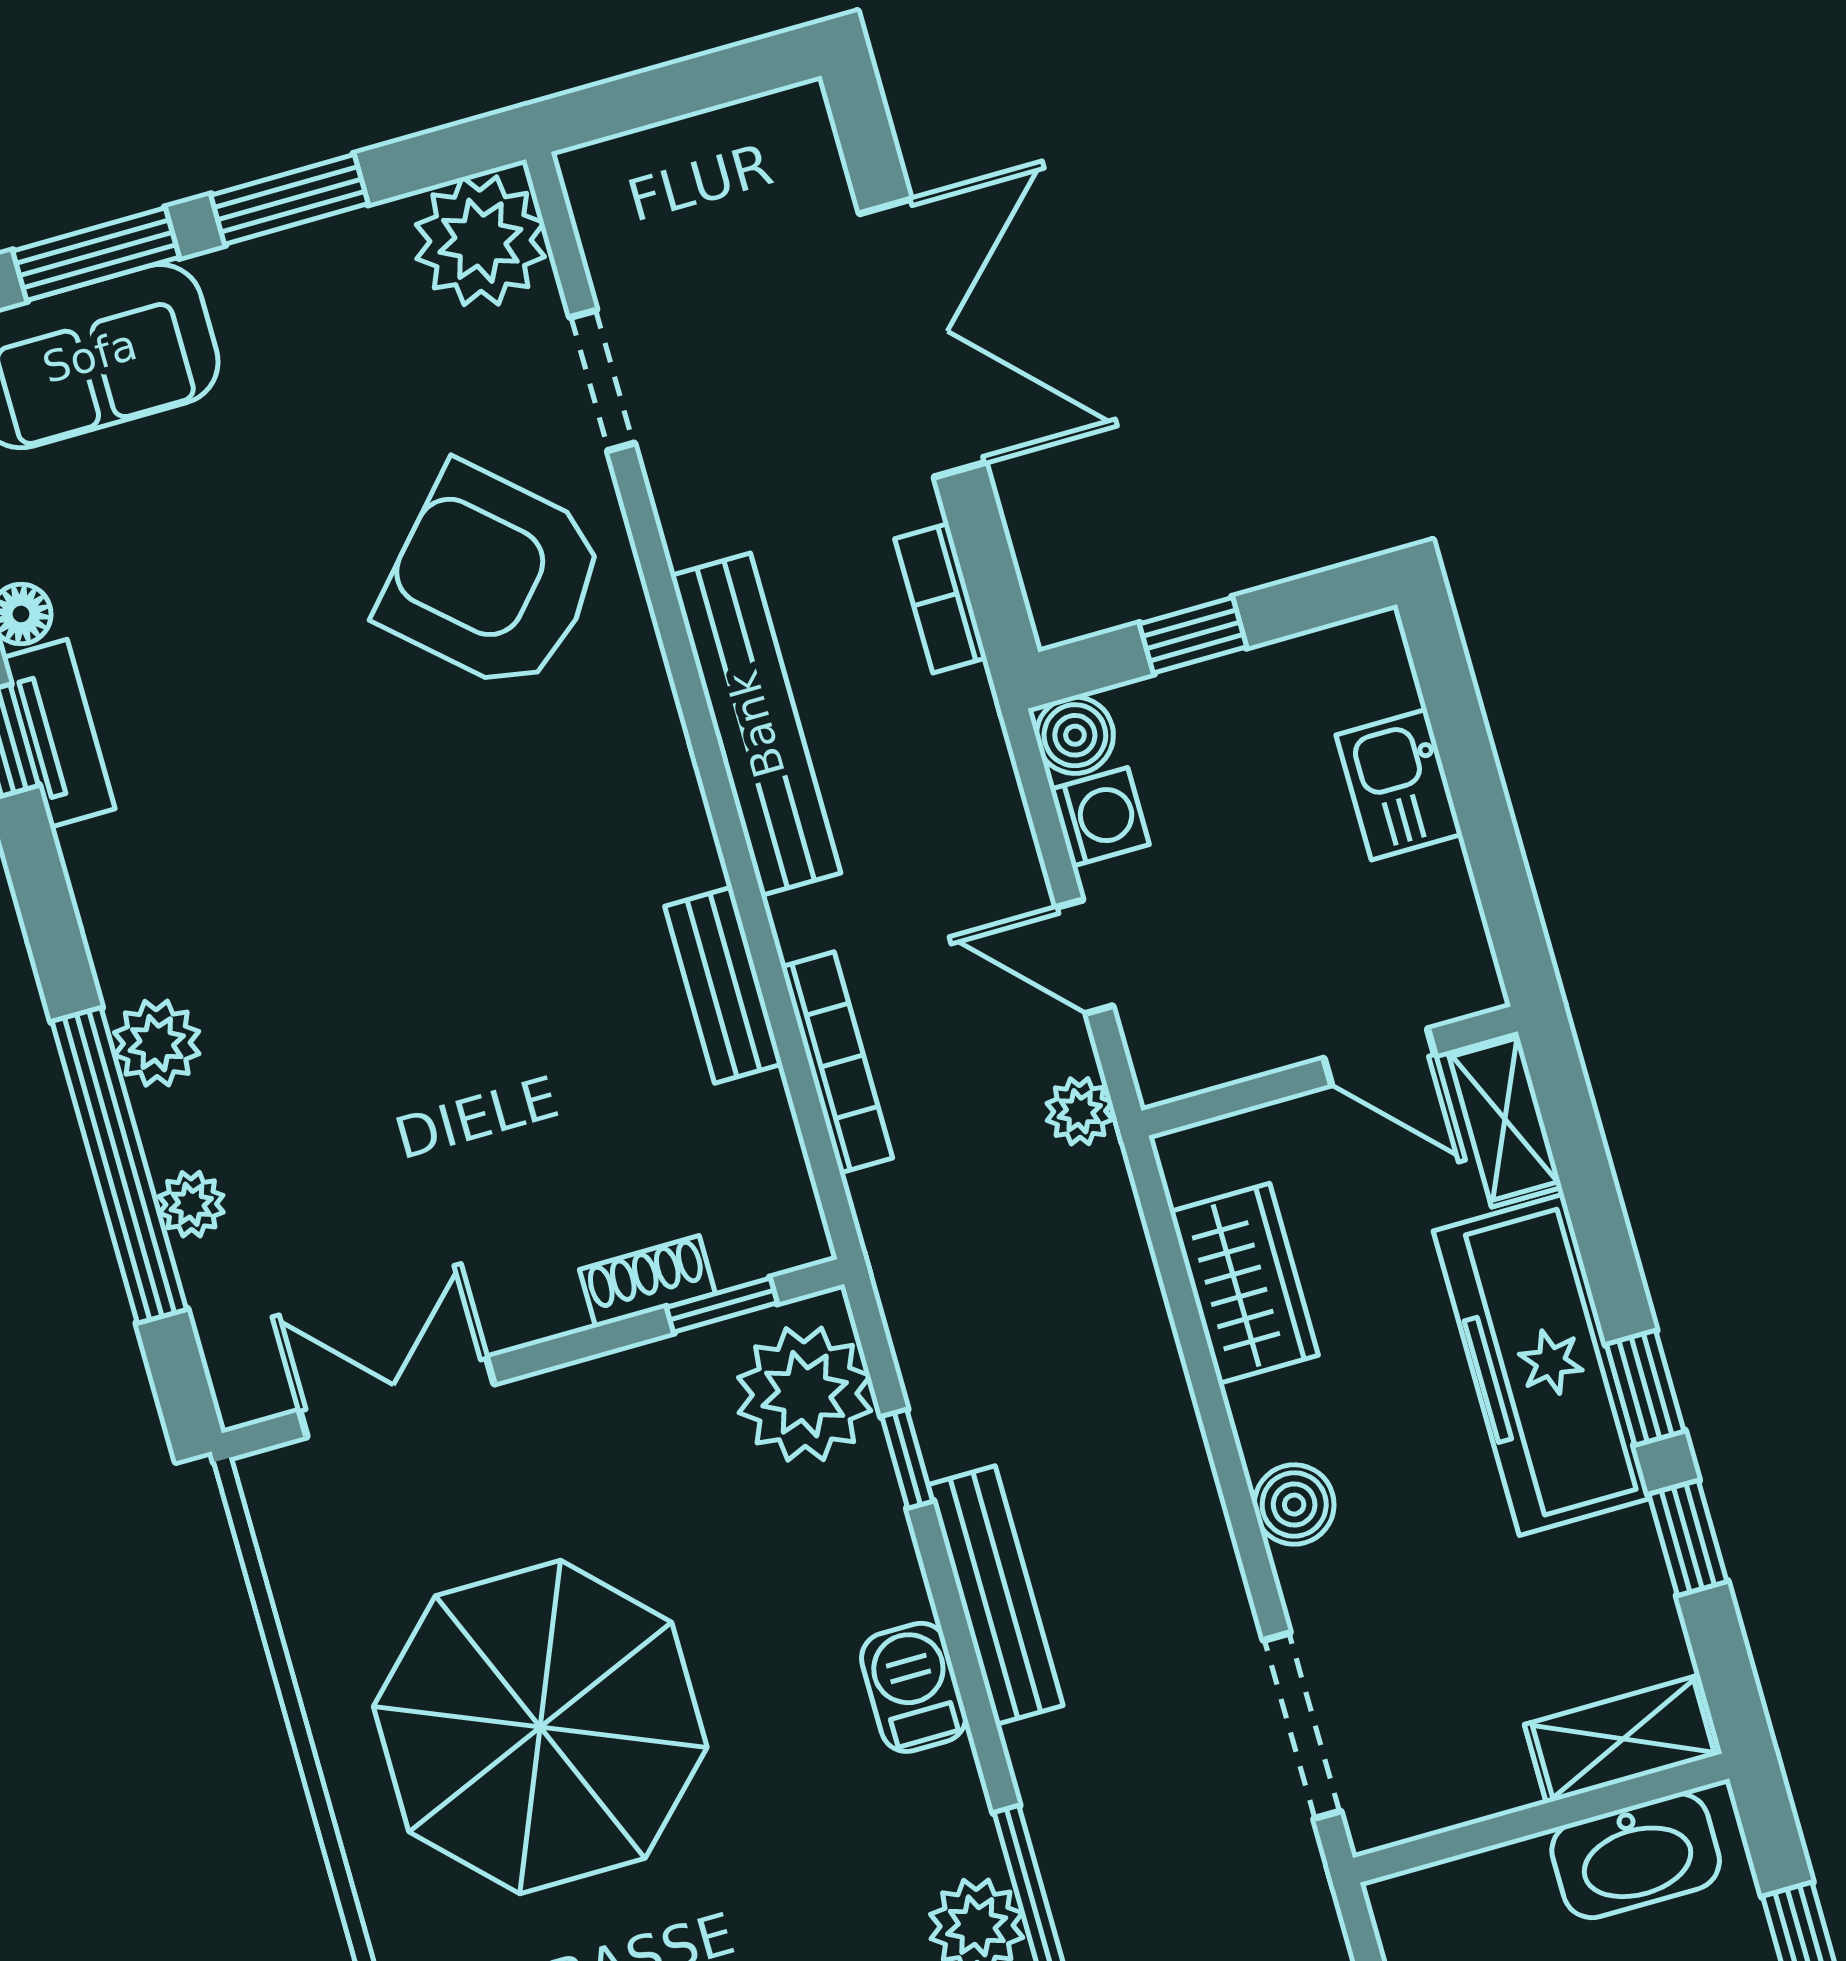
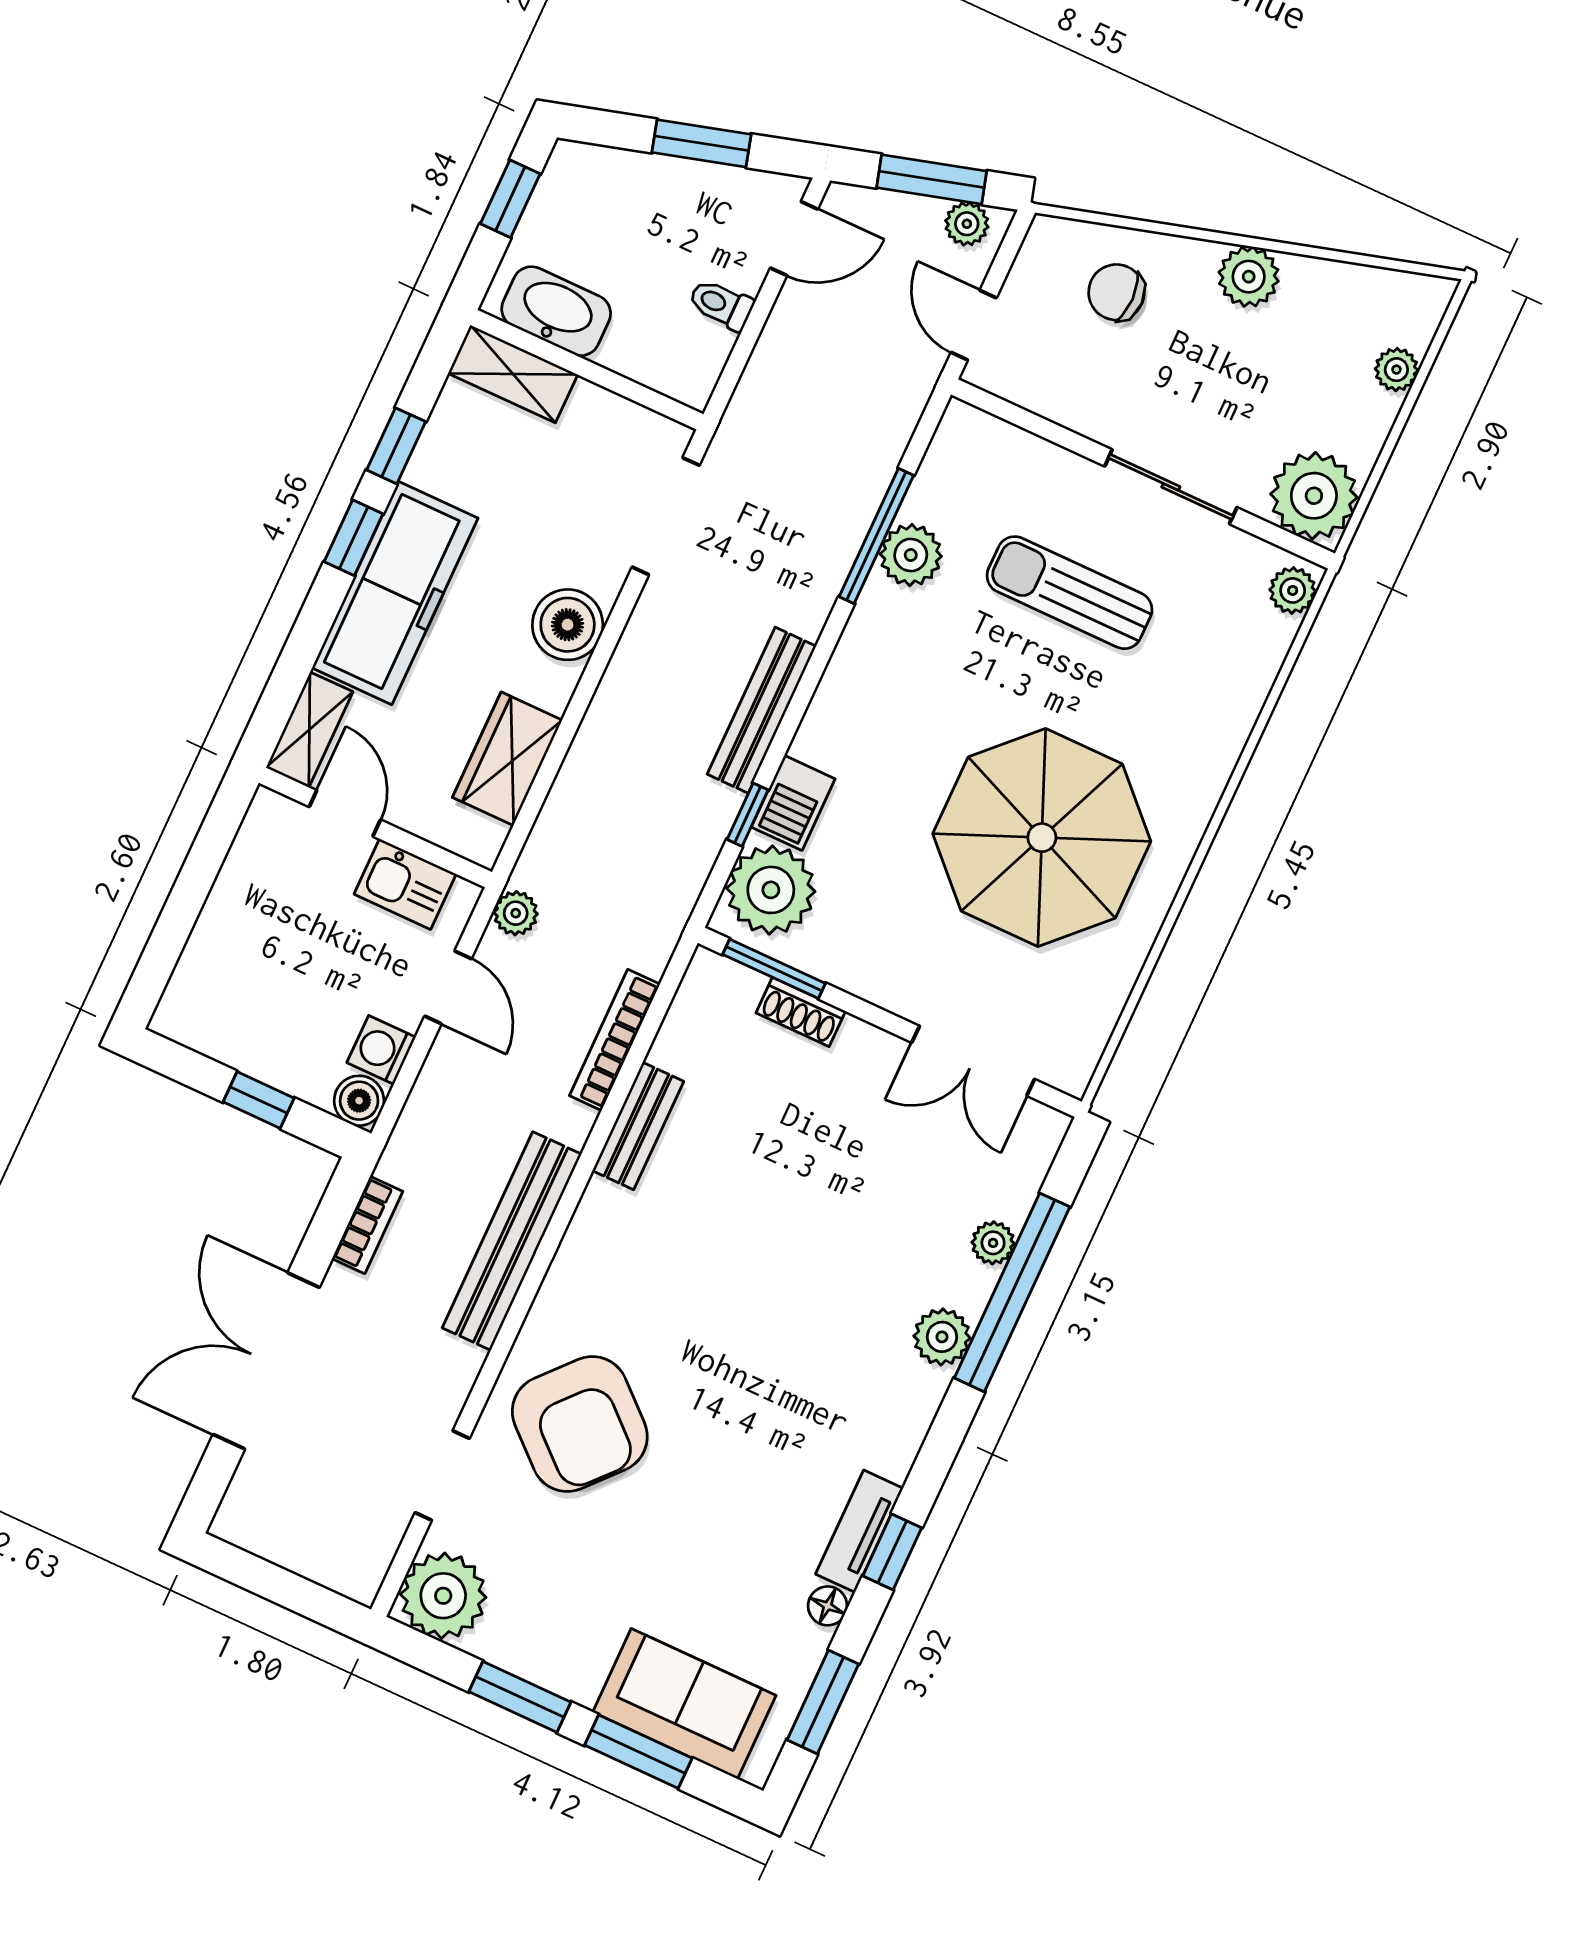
kitchen sink: (1399, 785) -> (405, 884), moved, turned 90
window: (722, 1305) -> (774, 969), width x1.50
boiler: (1294, 1505) -> (568, 625), width x1.36, depth x1.36
barbecue: (914, 1687) -> (793, 803), moved

